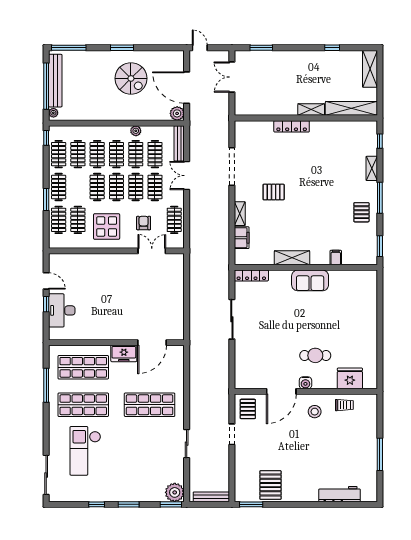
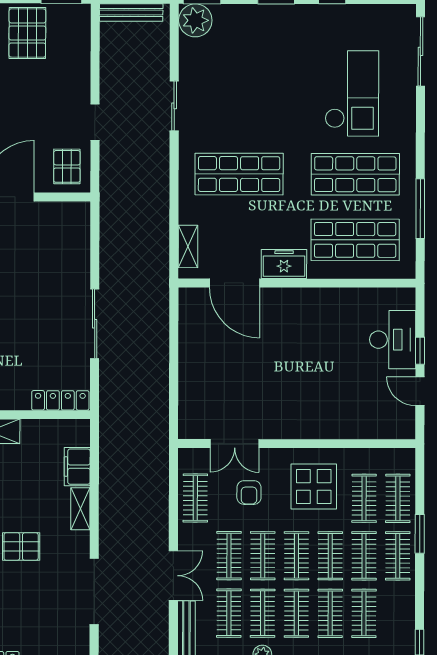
clothes rail: (59, 154) -> (364, 556), moved
door: (152, 343) -> (234, 283), swing flipped
shelving: (179, 363) -> (188, 246), added

